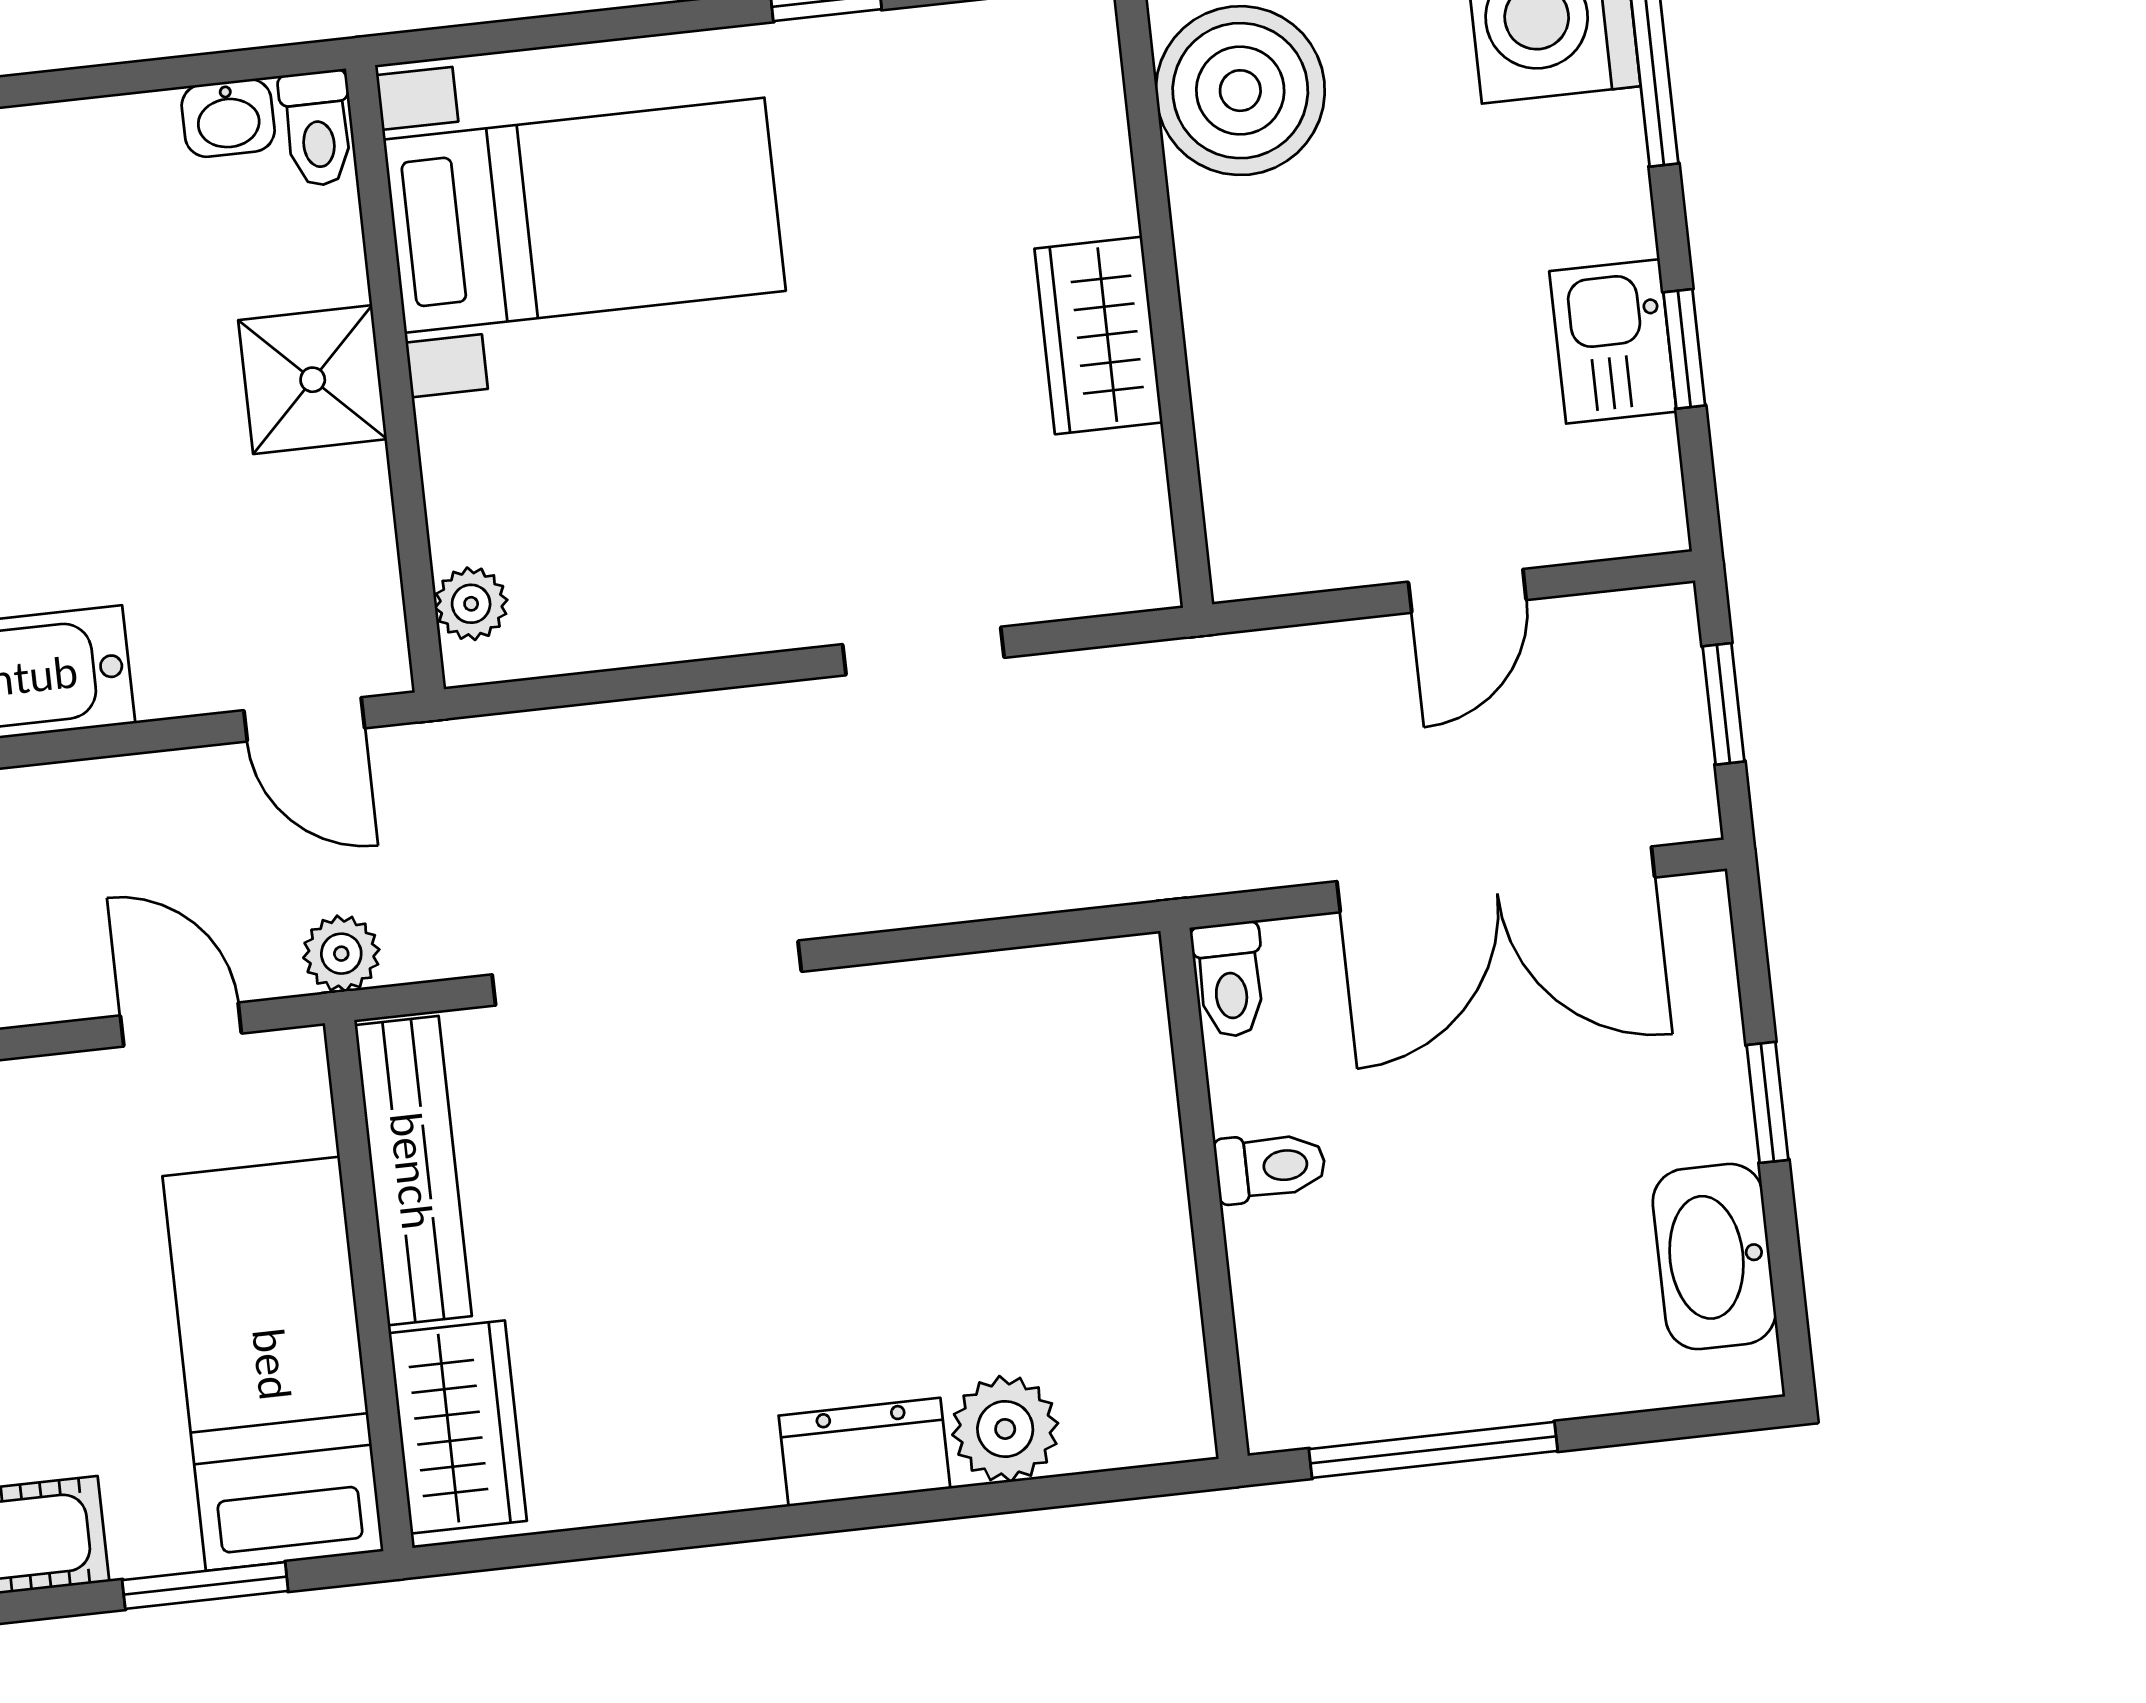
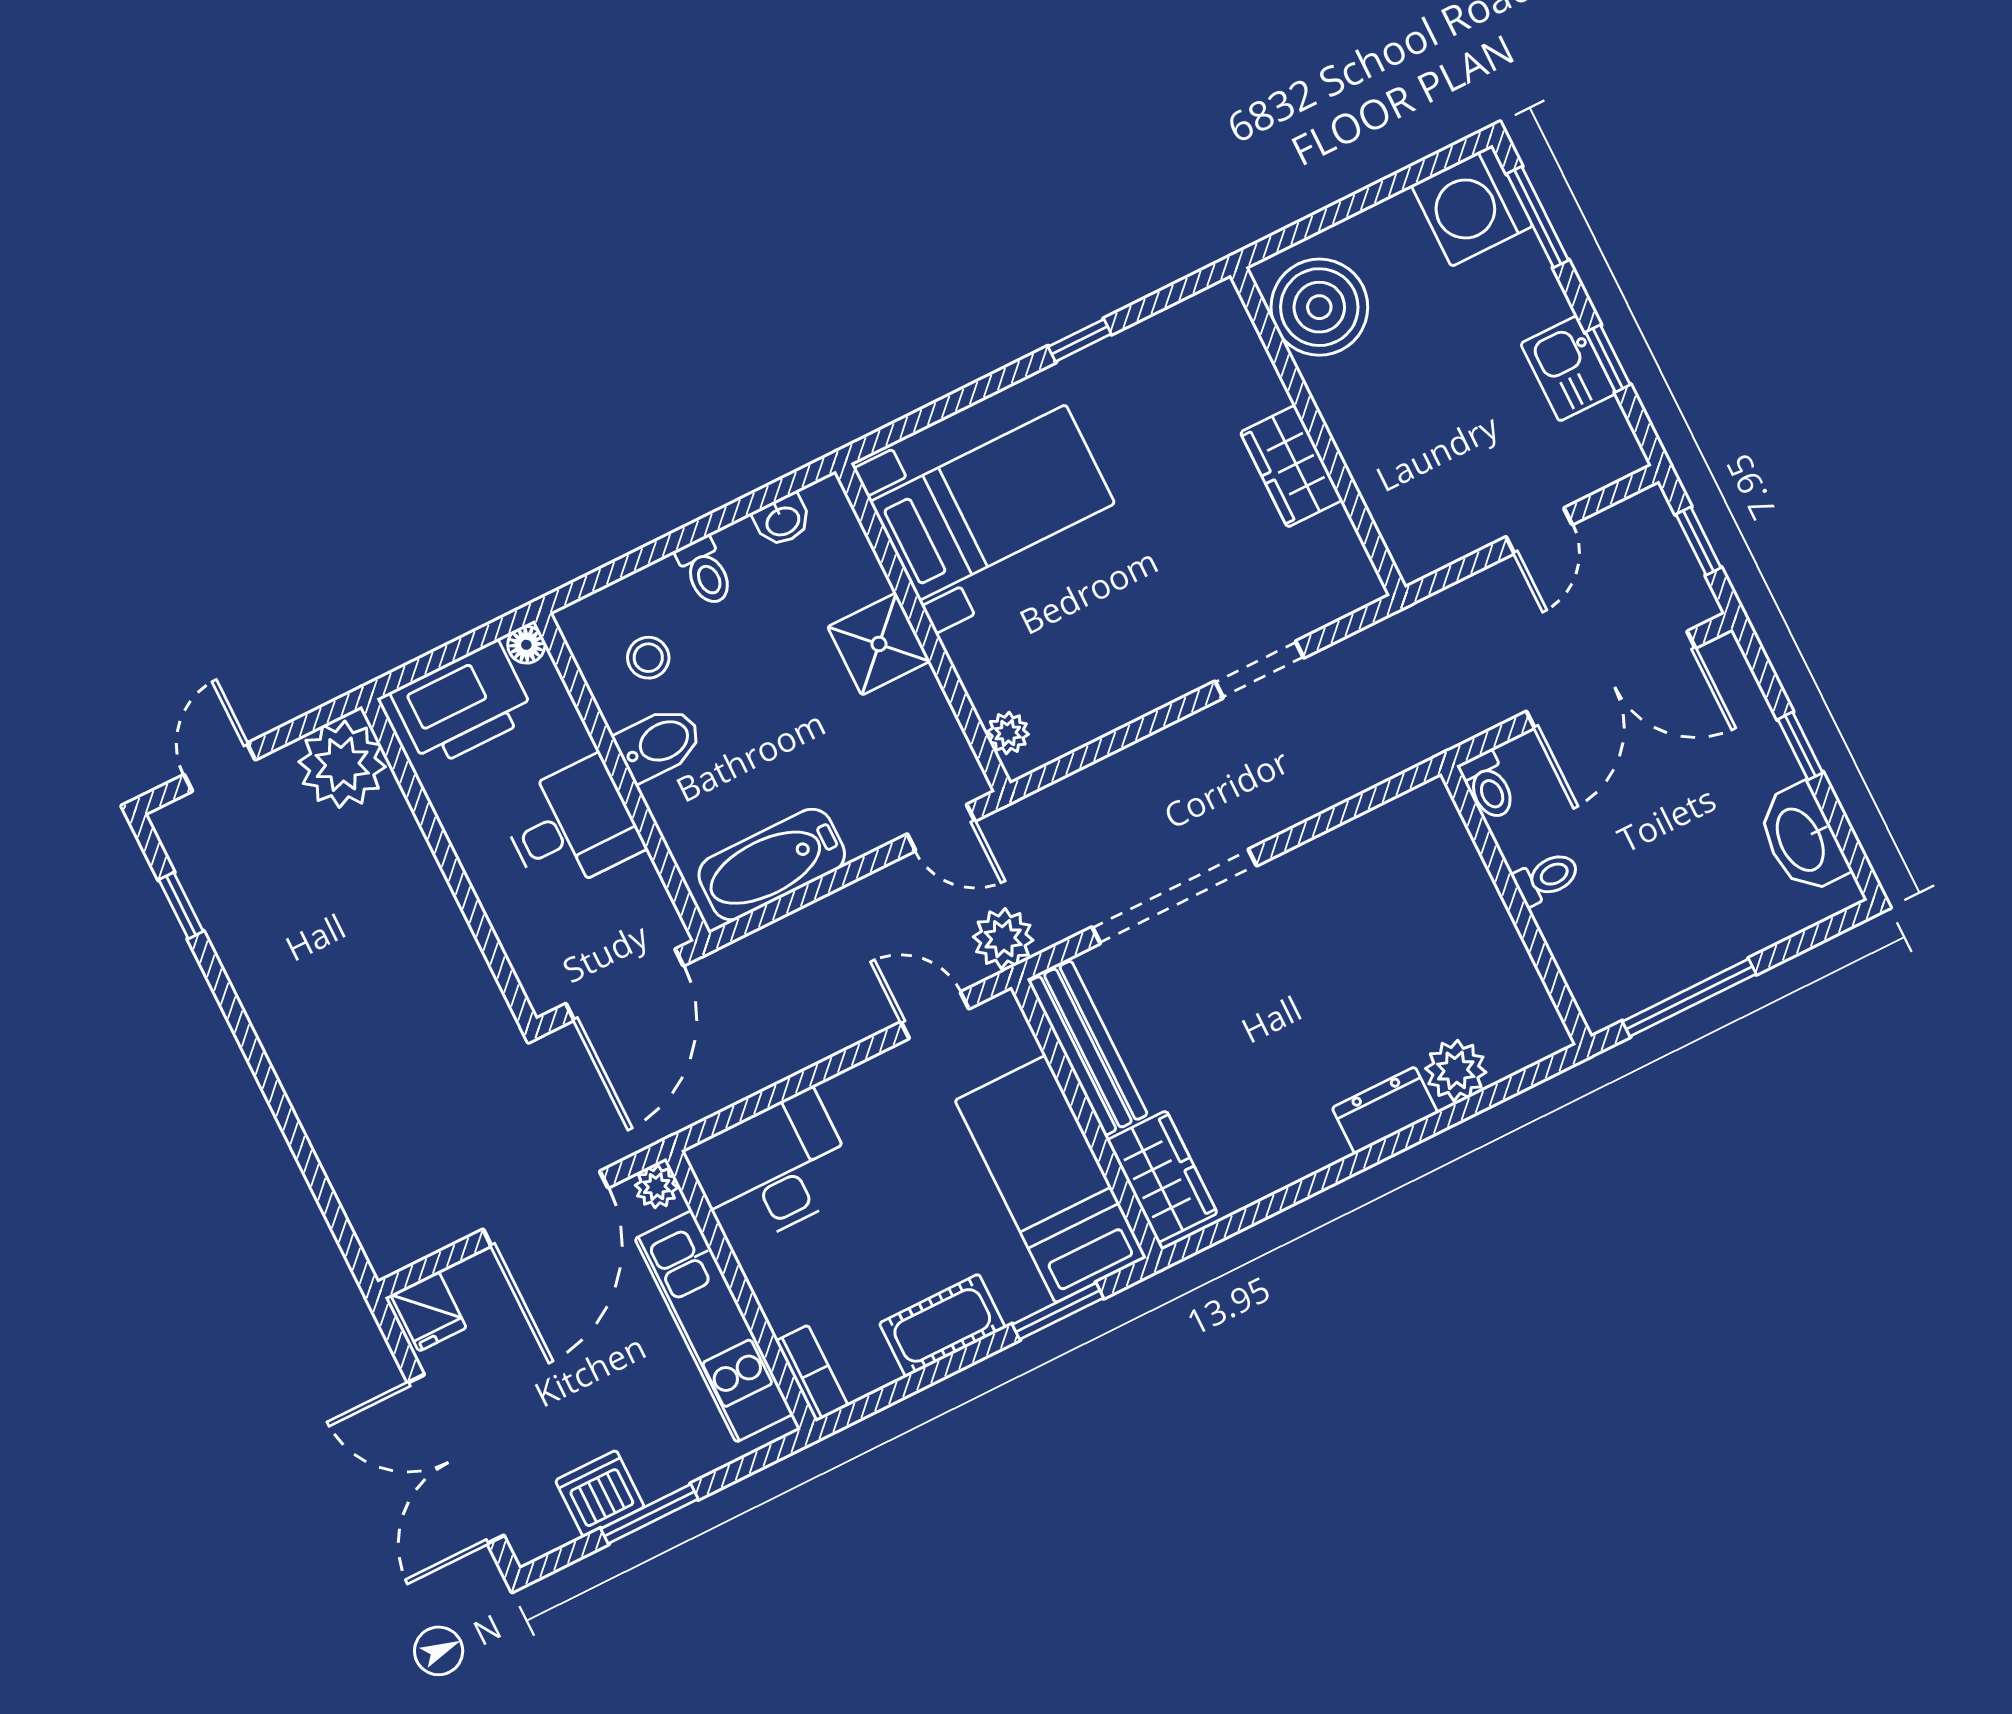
toilet: (317, 128) -> (705, 571), moved
plant: (341, 954) -> (1003, 939), width x1.38, depth x1.38

